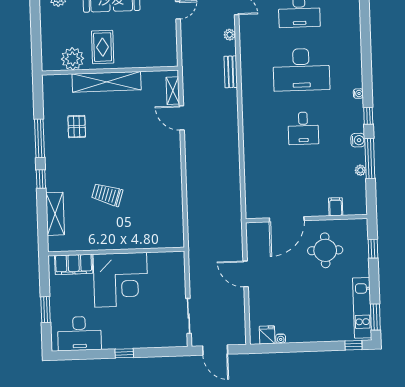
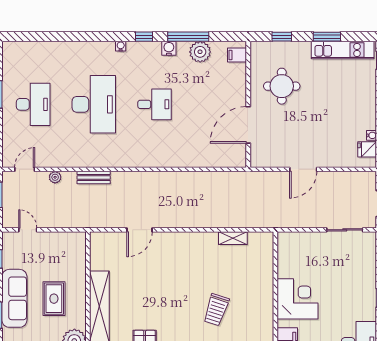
rug: (103, 47) -> (54, 299), moved, turned 90
shelving: (173, 91) -> (233, 238), moved
plant: (360, 170) -> (200, 52), width x1.87, depth x1.87
filing cabinet: (336, 207) -> (237, 55), moved
door: (287, 219) -> (248, 125), swing flipped
corner desk: (121, 280) -> (298, 299), width x0.74, depth x0.74
window: (375, 317) -> (327, 37), moved

